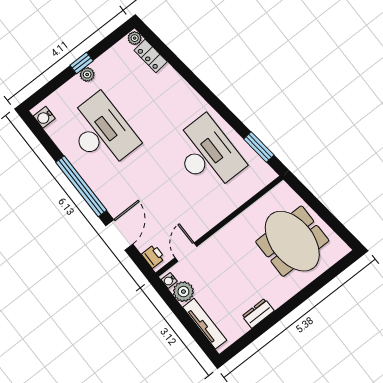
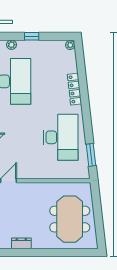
locker: (151, 56) -> (74, 89), moved, width x1.53
plant: (87, 75) -> (11, 45), moved

